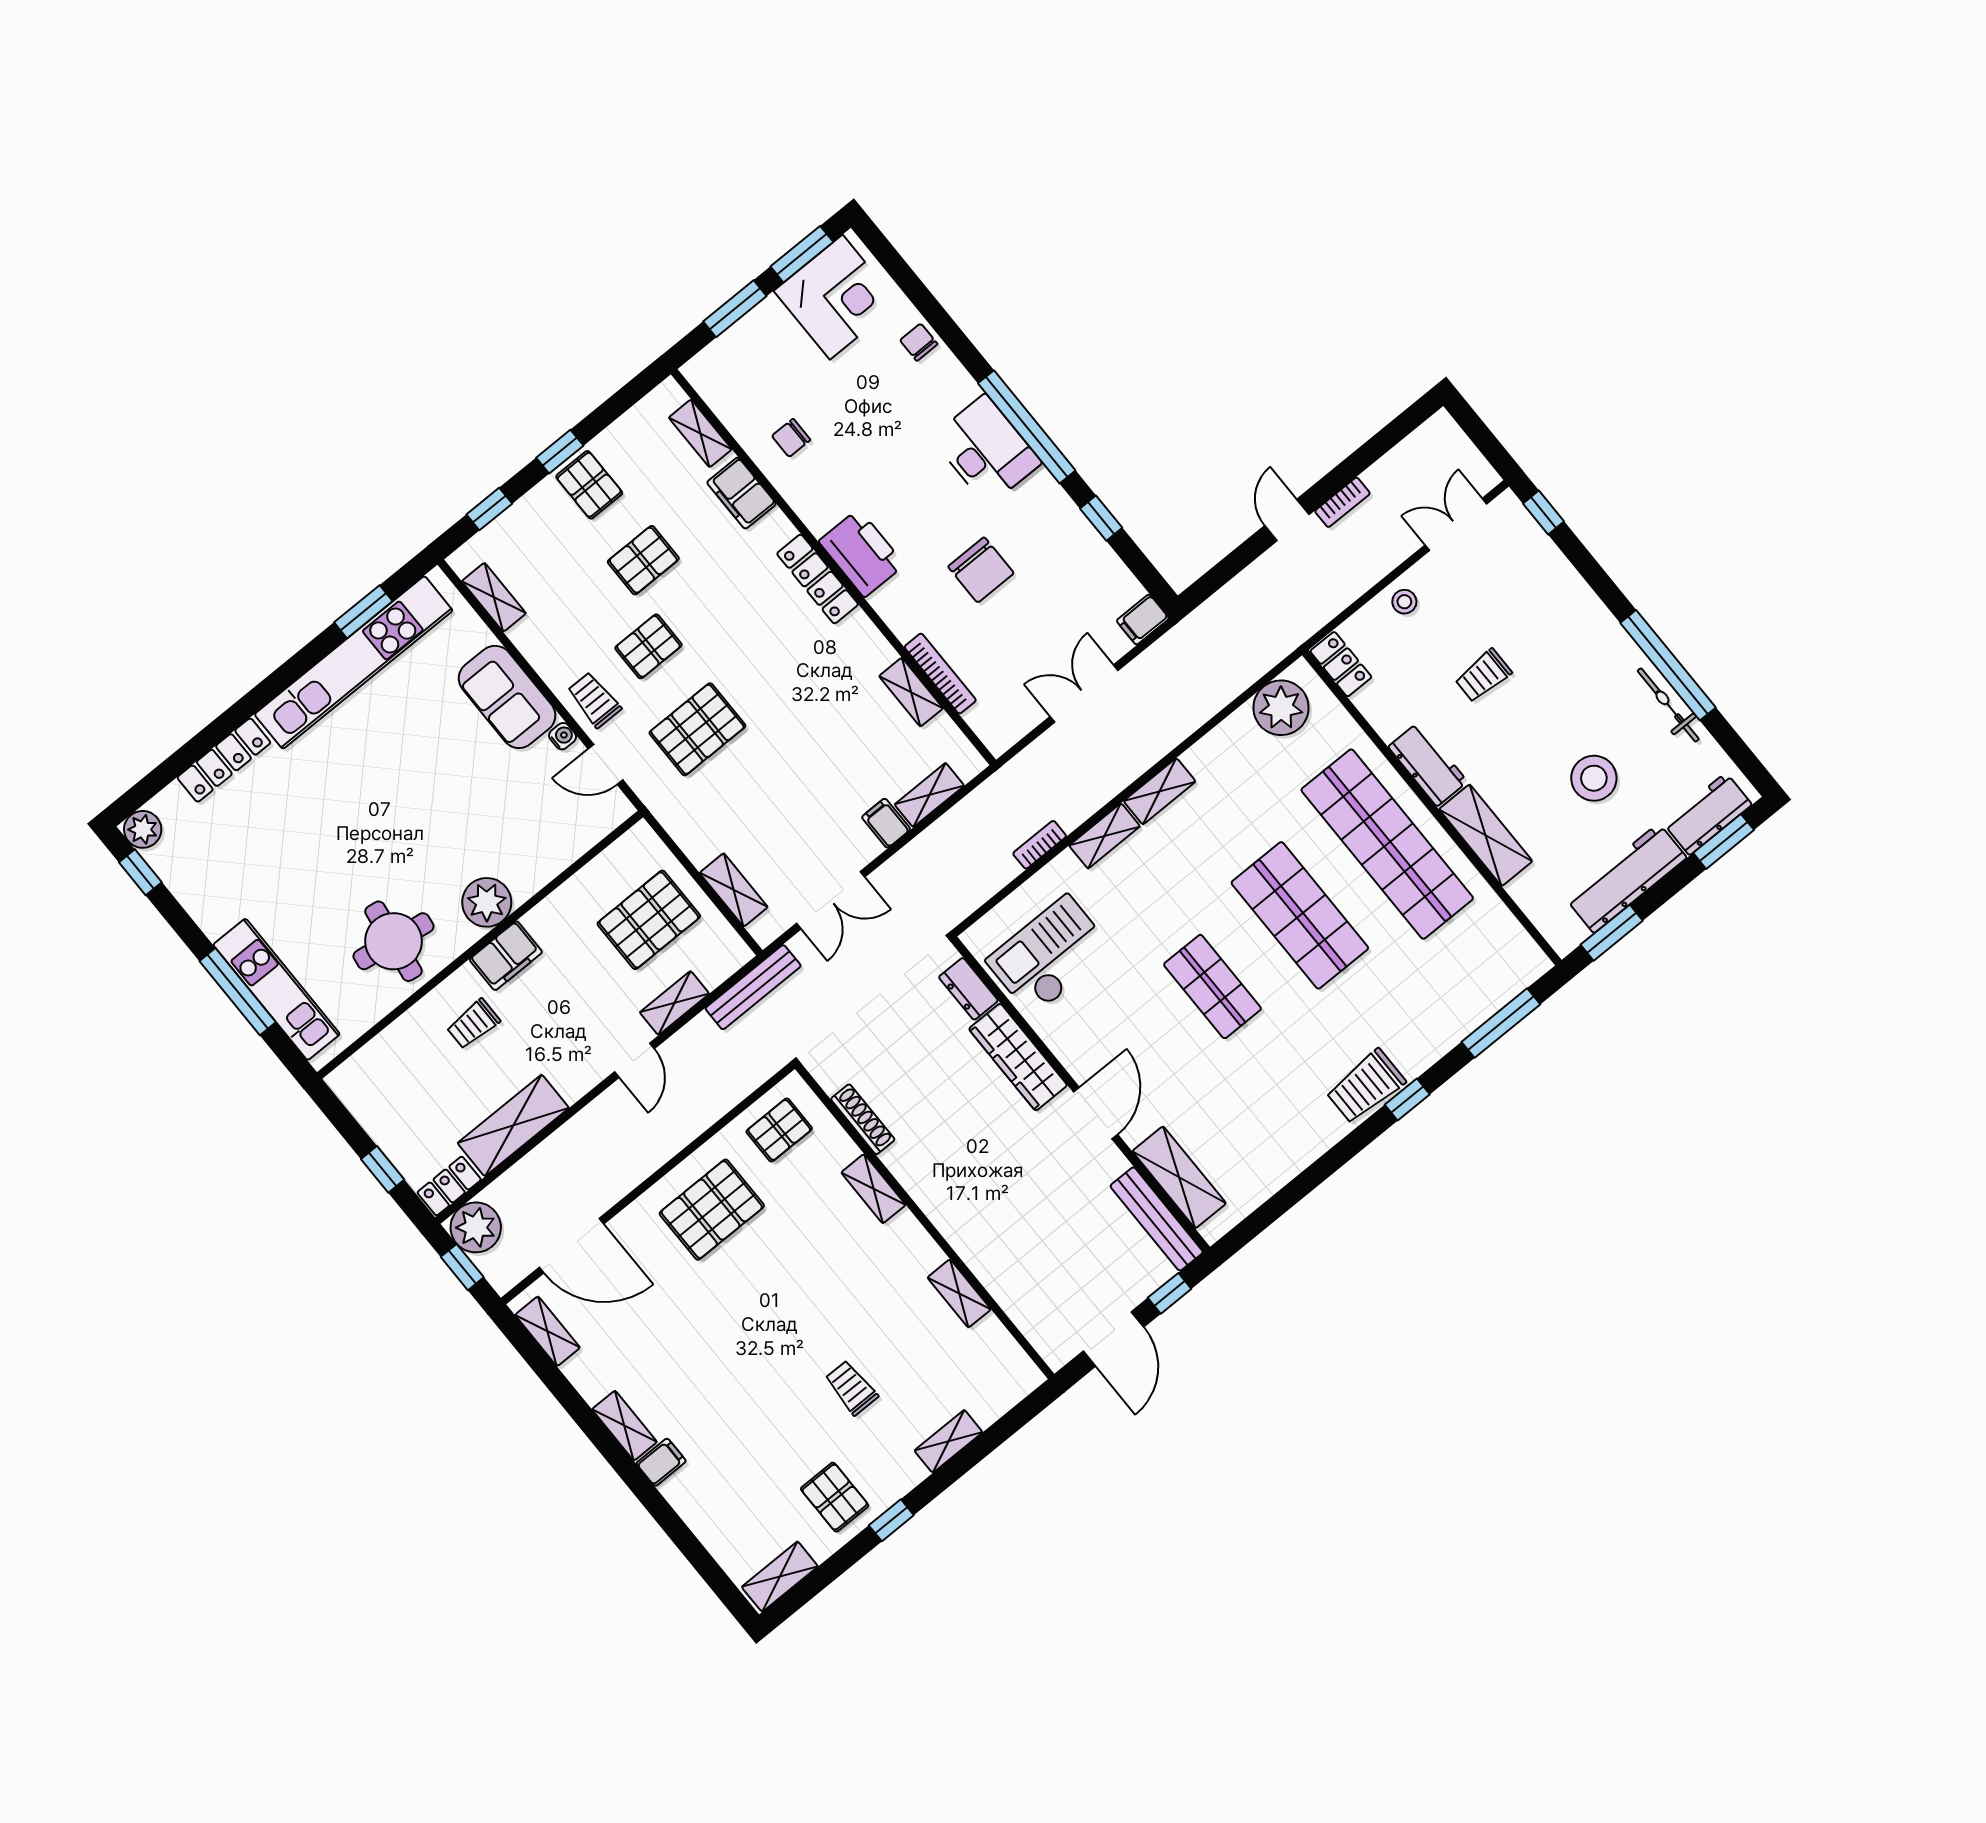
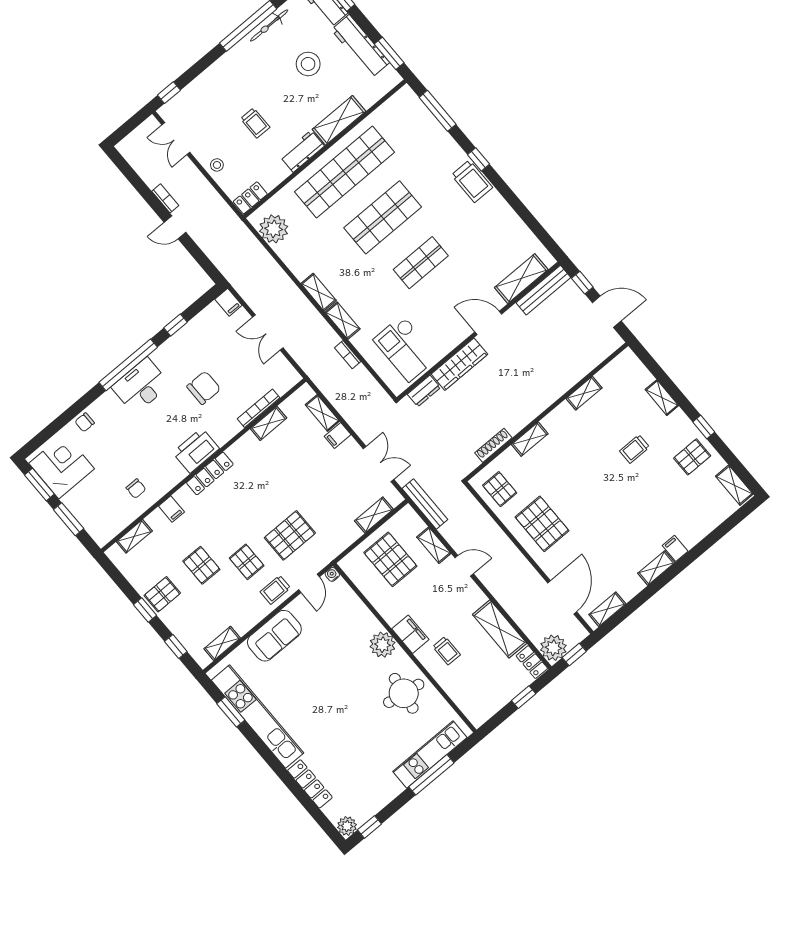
filing cabinet: (741, 493) -> (171, 509), width x0.50
pallet: (697, 729) -> (290, 535), turned 90
water cooler: (563, 736) -> (332, 574), moved

